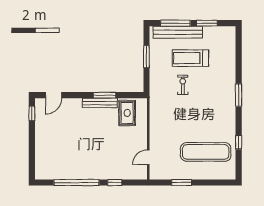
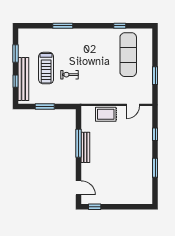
window: (175, 23) -> (15, 81), width x0.46
window: (105, 95) -> (79, 143), width x1.44
window: (239, 95) -> (63, 26), moved
rug: (127, 113) -> (106, 114), moved
door: (148, 157) -> (133, 105), hinge flipped
window: (77, 183) -> (155, 168), width x0.47

